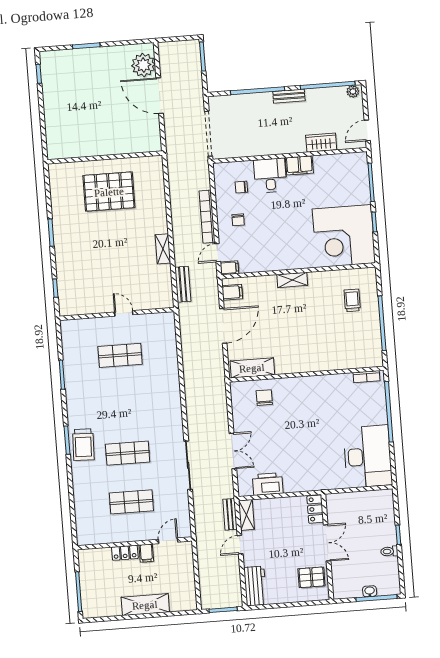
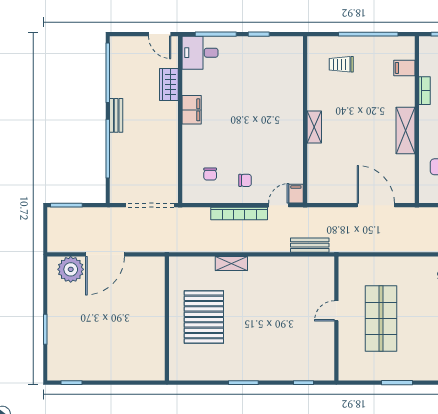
plant: (353, 91) -> (116, 46), removed
desk: (270, 175) -> (200, 53), moved
corner desk: (344, 236) -> (271, 68), removed
shelving: (163, 249) -> (231, 264), moved
door: (218, 253) -> (279, 205), swing flipped
filing cabinet: (232, 292) -> (404, 68), moved, turned -90
door: (223, 326) -> (376, 205), moved
shop shelf: (120, 355) -> (381, 319), width x1.43, depth x1.36
shelving: (252, 368) -> (406, 131), moved
bookcase: (367, 377) -> (424, 91), moved

